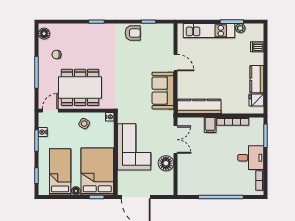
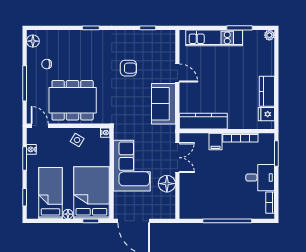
plant: (240, 28) -> (269, 35), moved
armchair: (133, 33) -> (128, 68), moved
dishwasher: (257, 47) -> (267, 55), removed
door: (50, 111) -> (40, 126), hinge flipped

